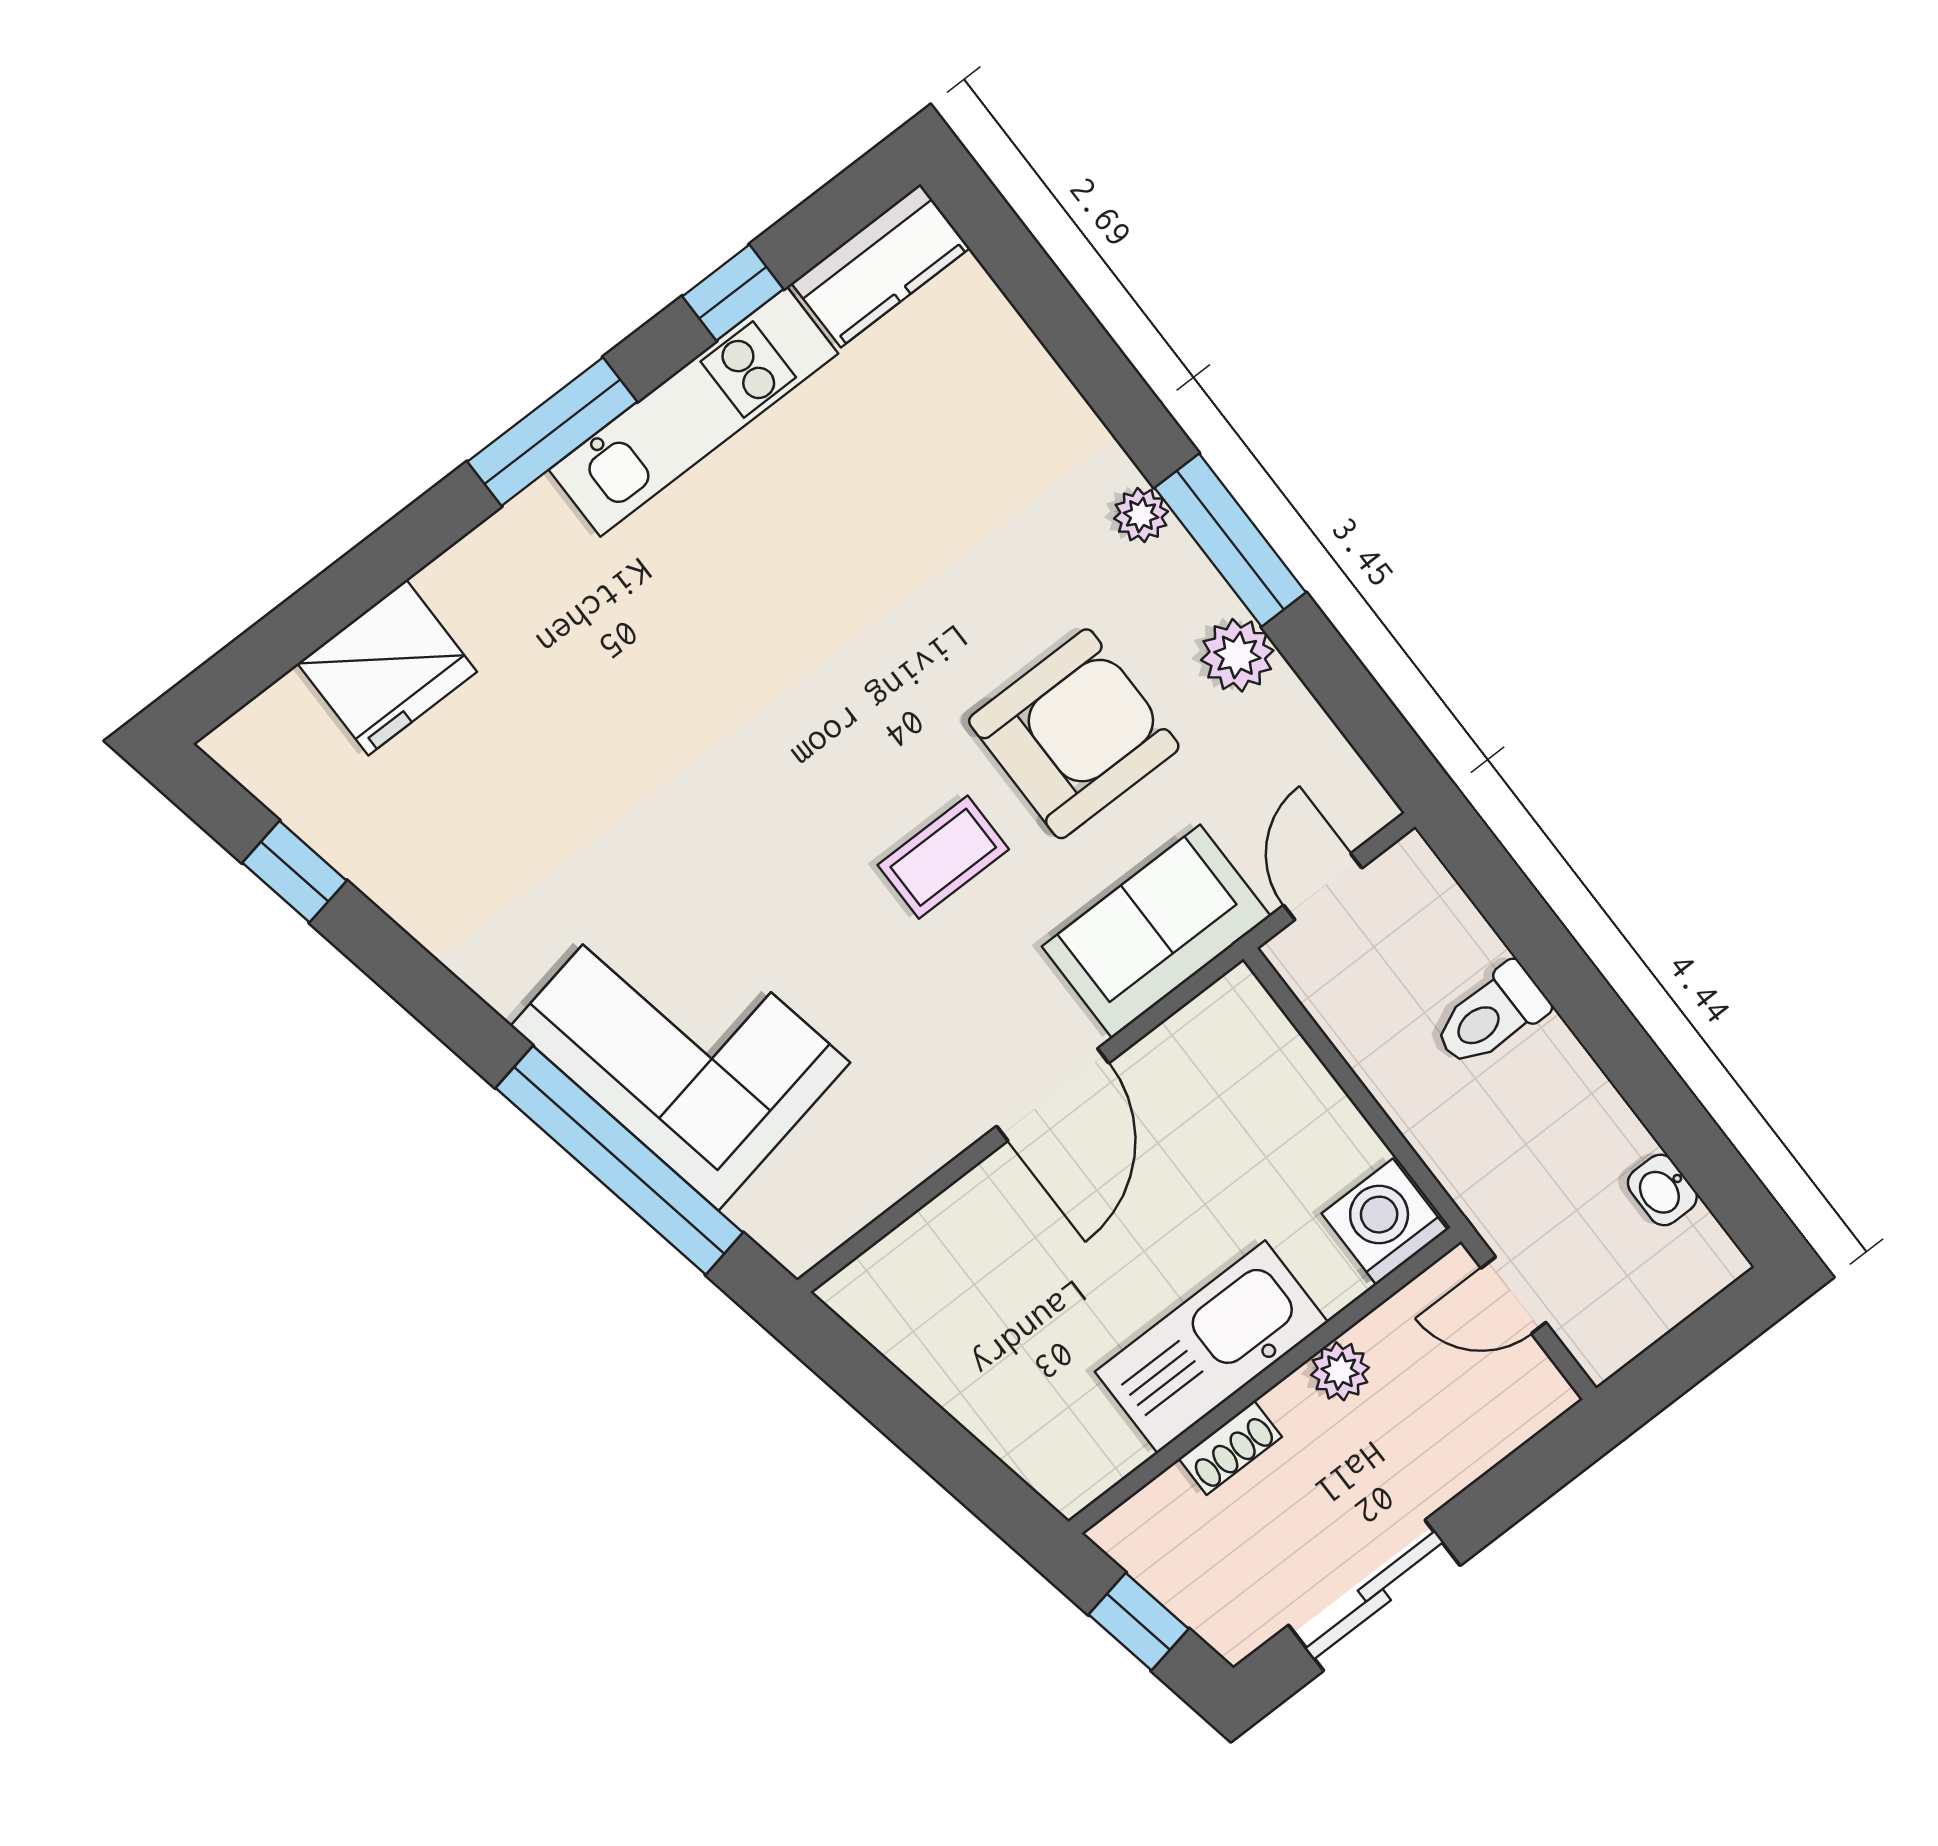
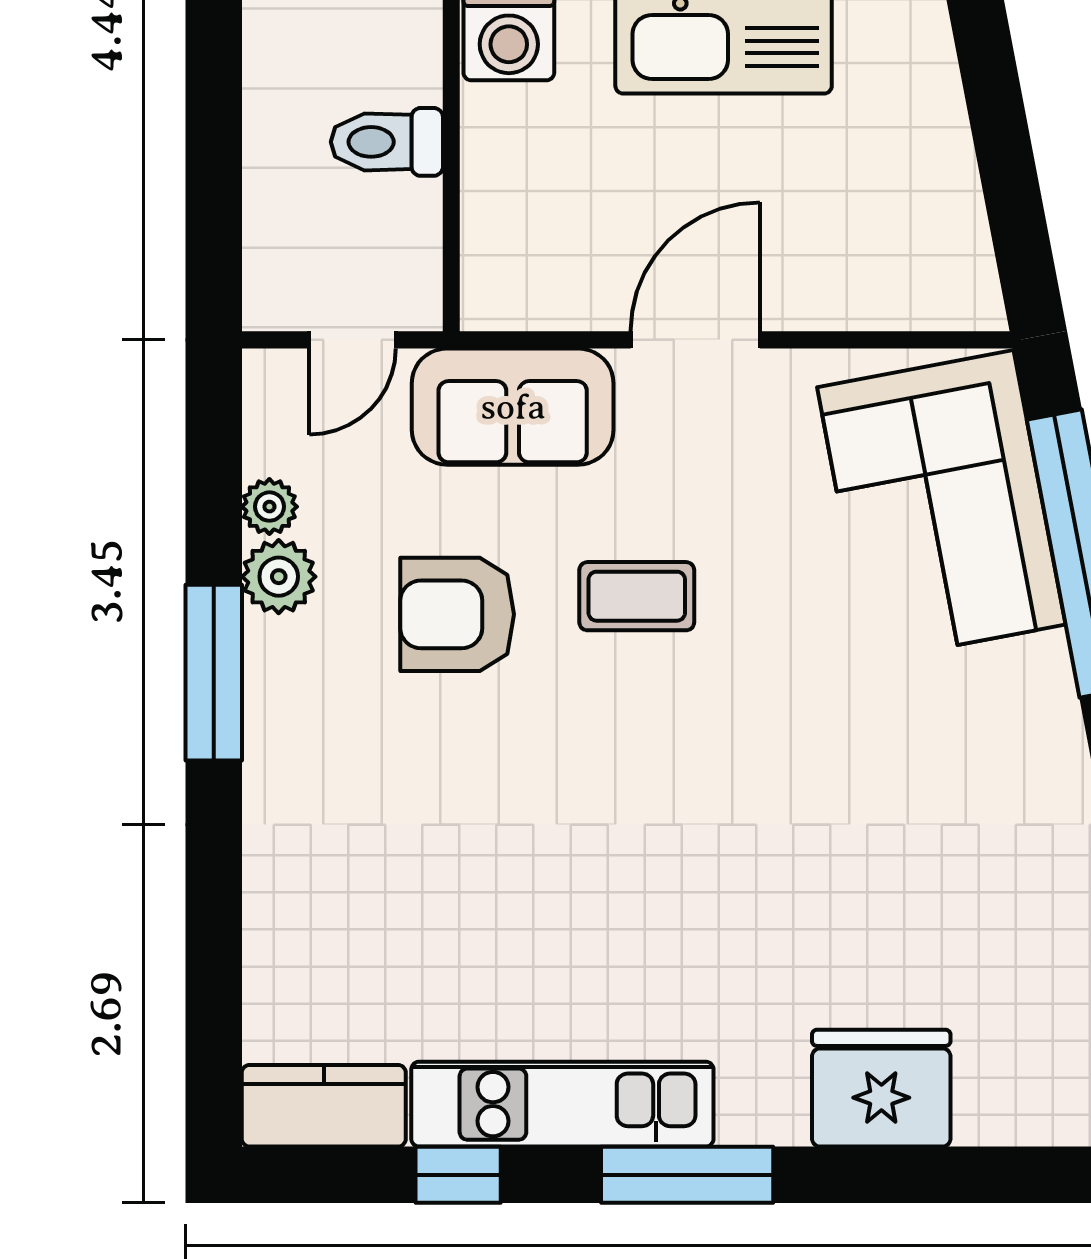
plant: (1141, 515) -> (269, 507), moved
fridge: (387, 668) -> (881, 1088), moved
armchair: (1074, 734) -> (457, 614), width x0.73, depth x0.73
toilet: (1491, 1016) -> (387, 142), moved, turned 180
corner sofa: (680, 1044) -> (941, 506), moved

